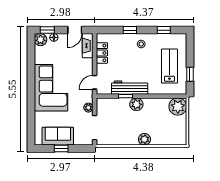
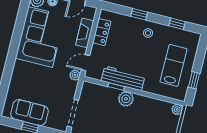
fireplace: (88, 46) -> (85, 33), moved
corner sofa: (51, 88) -> (40, 37), moved
plant: (178, 107) -> (177, 109), width x0.53, depth x0.53
plant: (88, 108) -> (75, 75), moved

